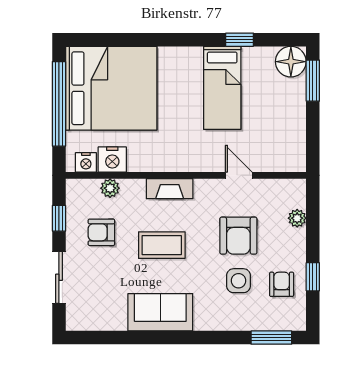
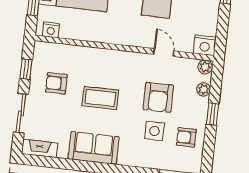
nightstand: (112, 159) -> (205, 45), moved
plant: (110, 188) -> (205, 67), moved
fireplace: (170, 189) -> (40, 148), moved, turned 180
window: (313, 277) -> (213, 114), moved
armchair: (282, 284) -> (186, 137), turned -90

